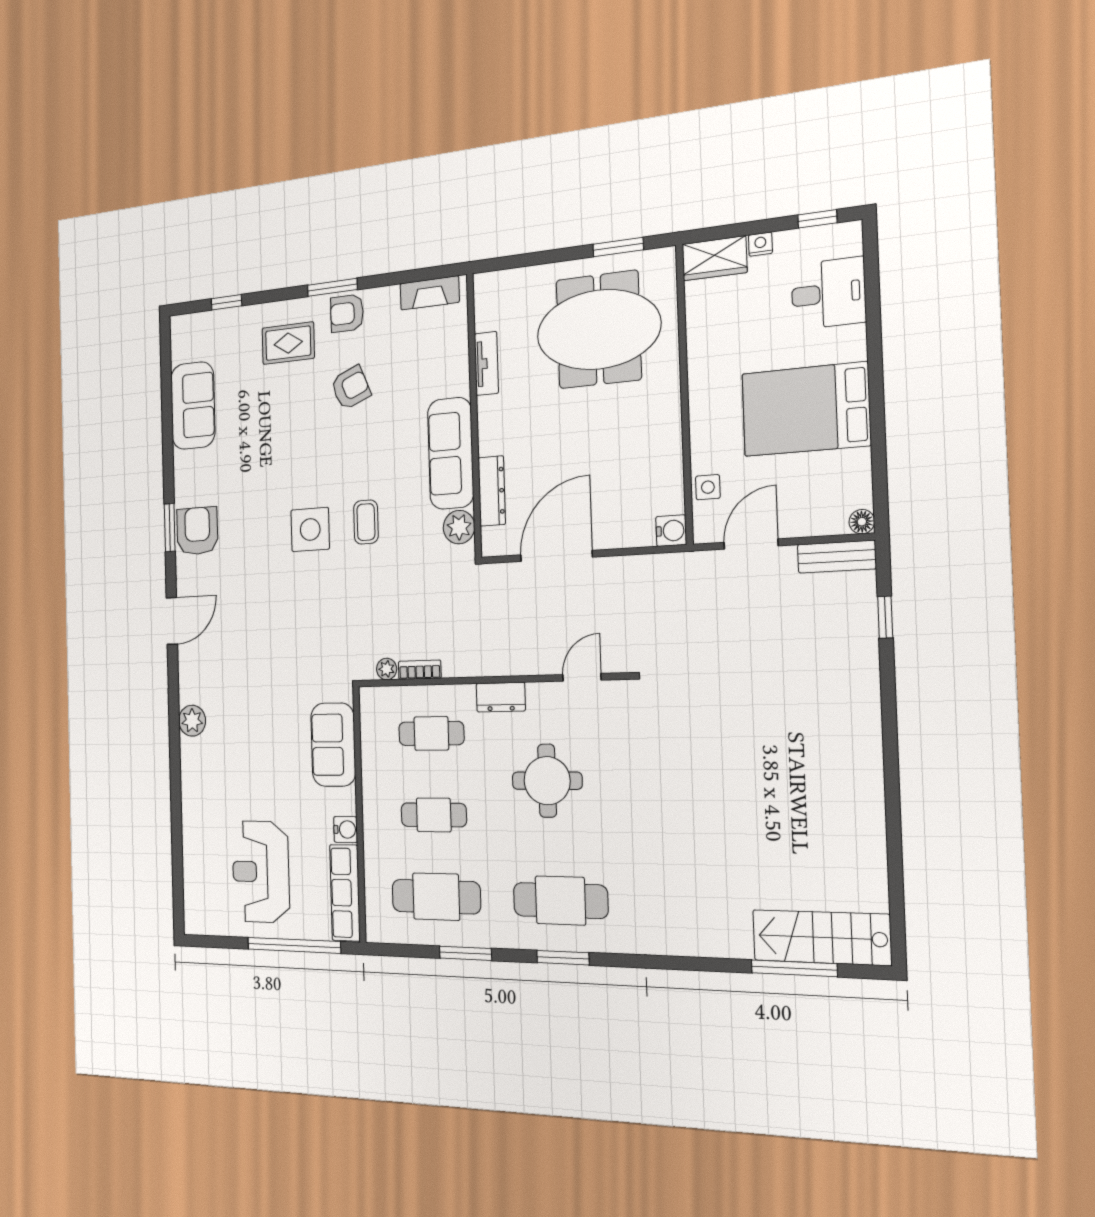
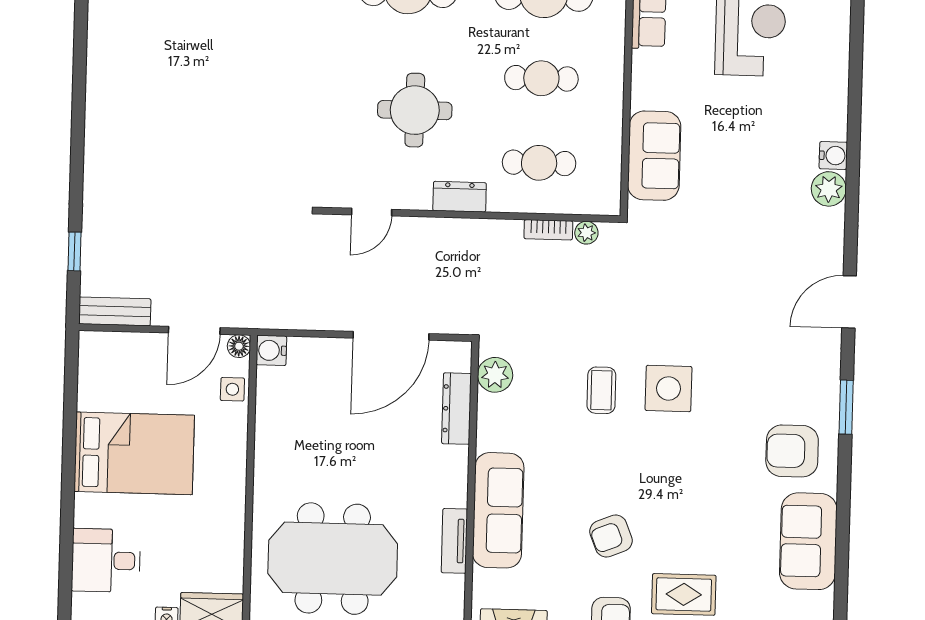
sofa: (451, 453) -> (498, 510), moved
floor lamp: (862, 522) -> (239, 346), moved
armchair: (197, 531) -> (792, 451), moved, turned 90
water cooler: (346, 830) -> (833, 156), moved, turned 180

